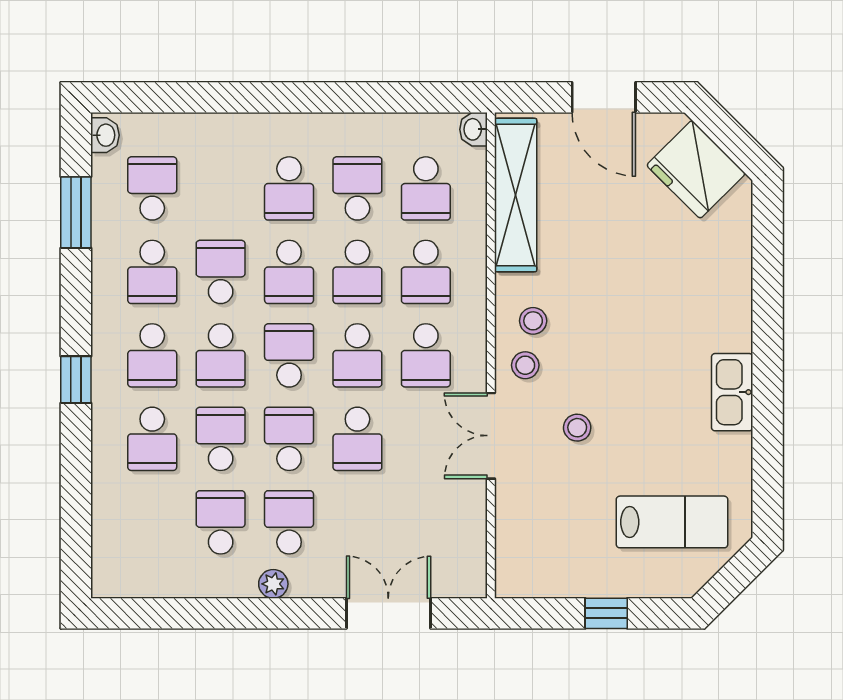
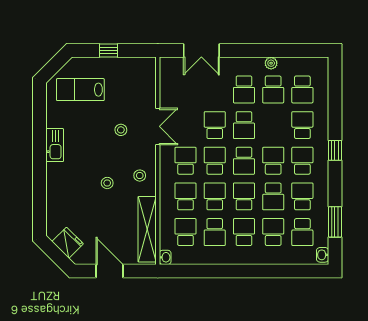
fridge: (696, 169) -> (68, 243), width x0.73, depth x0.75
school desk: (221, 188) -> (273, 232), added
stool: (525, 365) -> (107, 183), moved
school desk: (221, 439) -> (302, 89), moved
plant: (273, 584) -> (271, 63), moved

